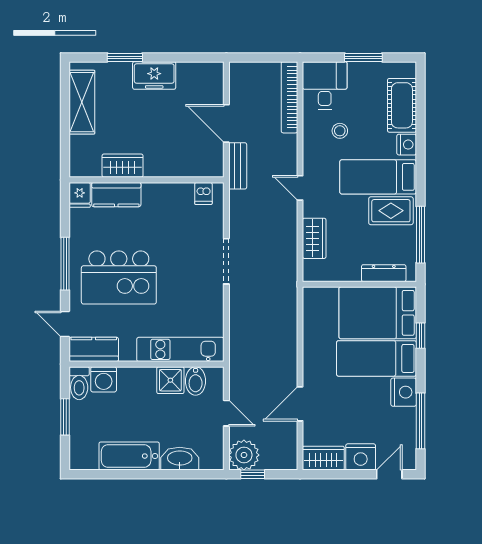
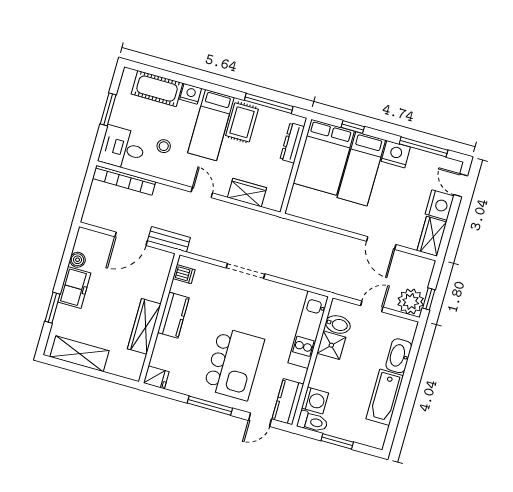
boiler: (186, 70) -> (78, 260), added
wardrobe: (123, 166) -> (144, 326), width x1.50
door: (300, 188) -> (202, 193), swing flipped
kitchen counter: (116, 195) -> (173, 315), moved

